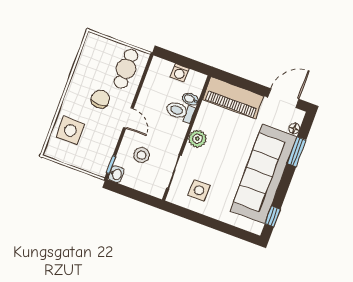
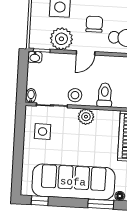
chair: (100, 99) -> (94, 24), turned -90
bidet: (190, 99) -> (31, 96), moved
plant: (105, 139) -> (61, 39), added
stool: (141, 155) -> (75, 95), moved

